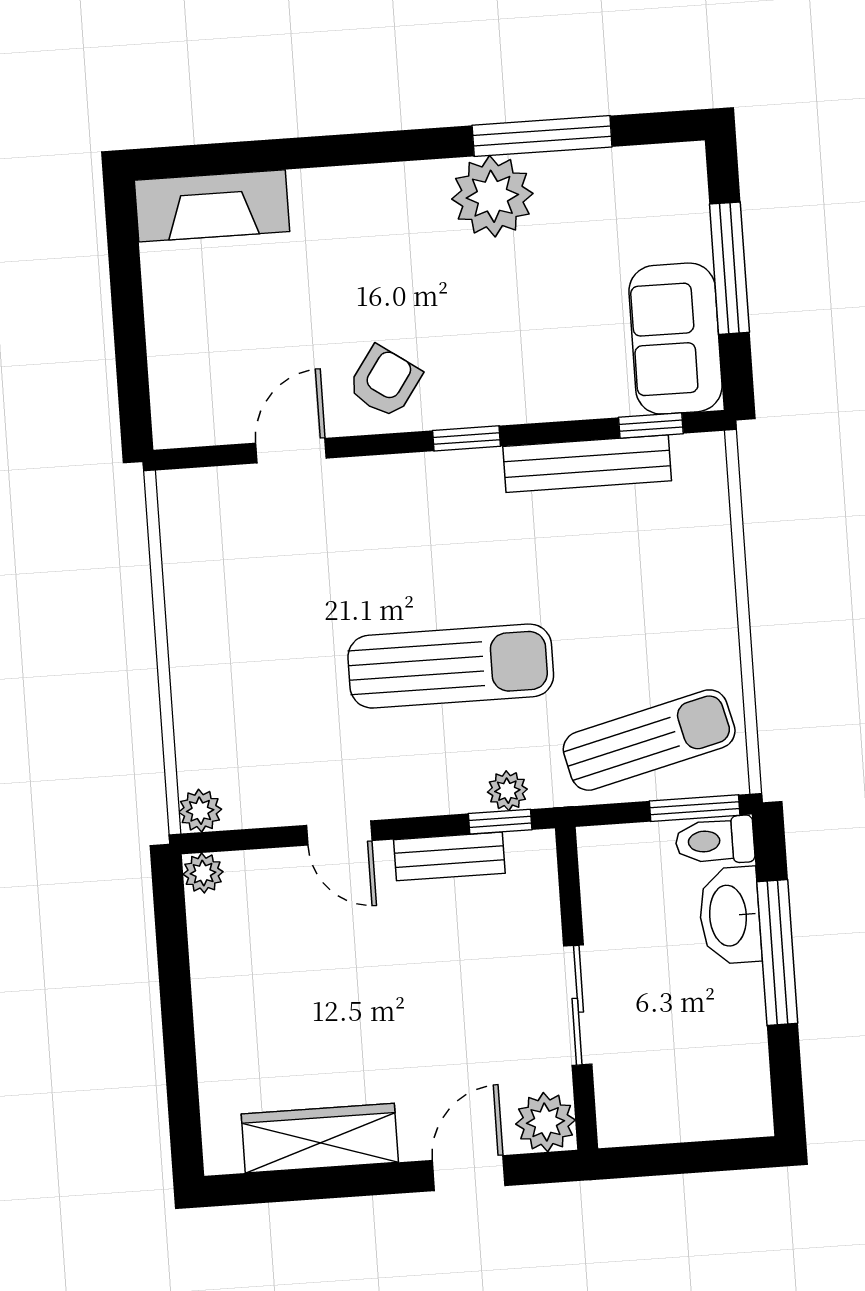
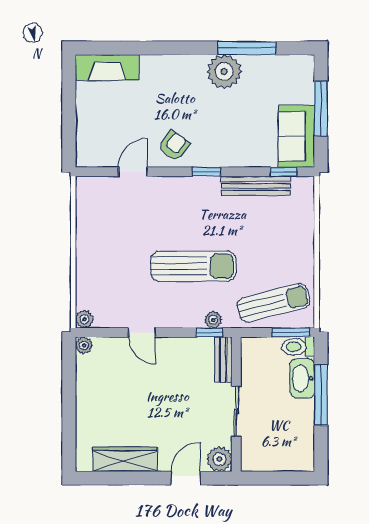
bench: (449, 856) -> (223, 360), moved, turned 90

